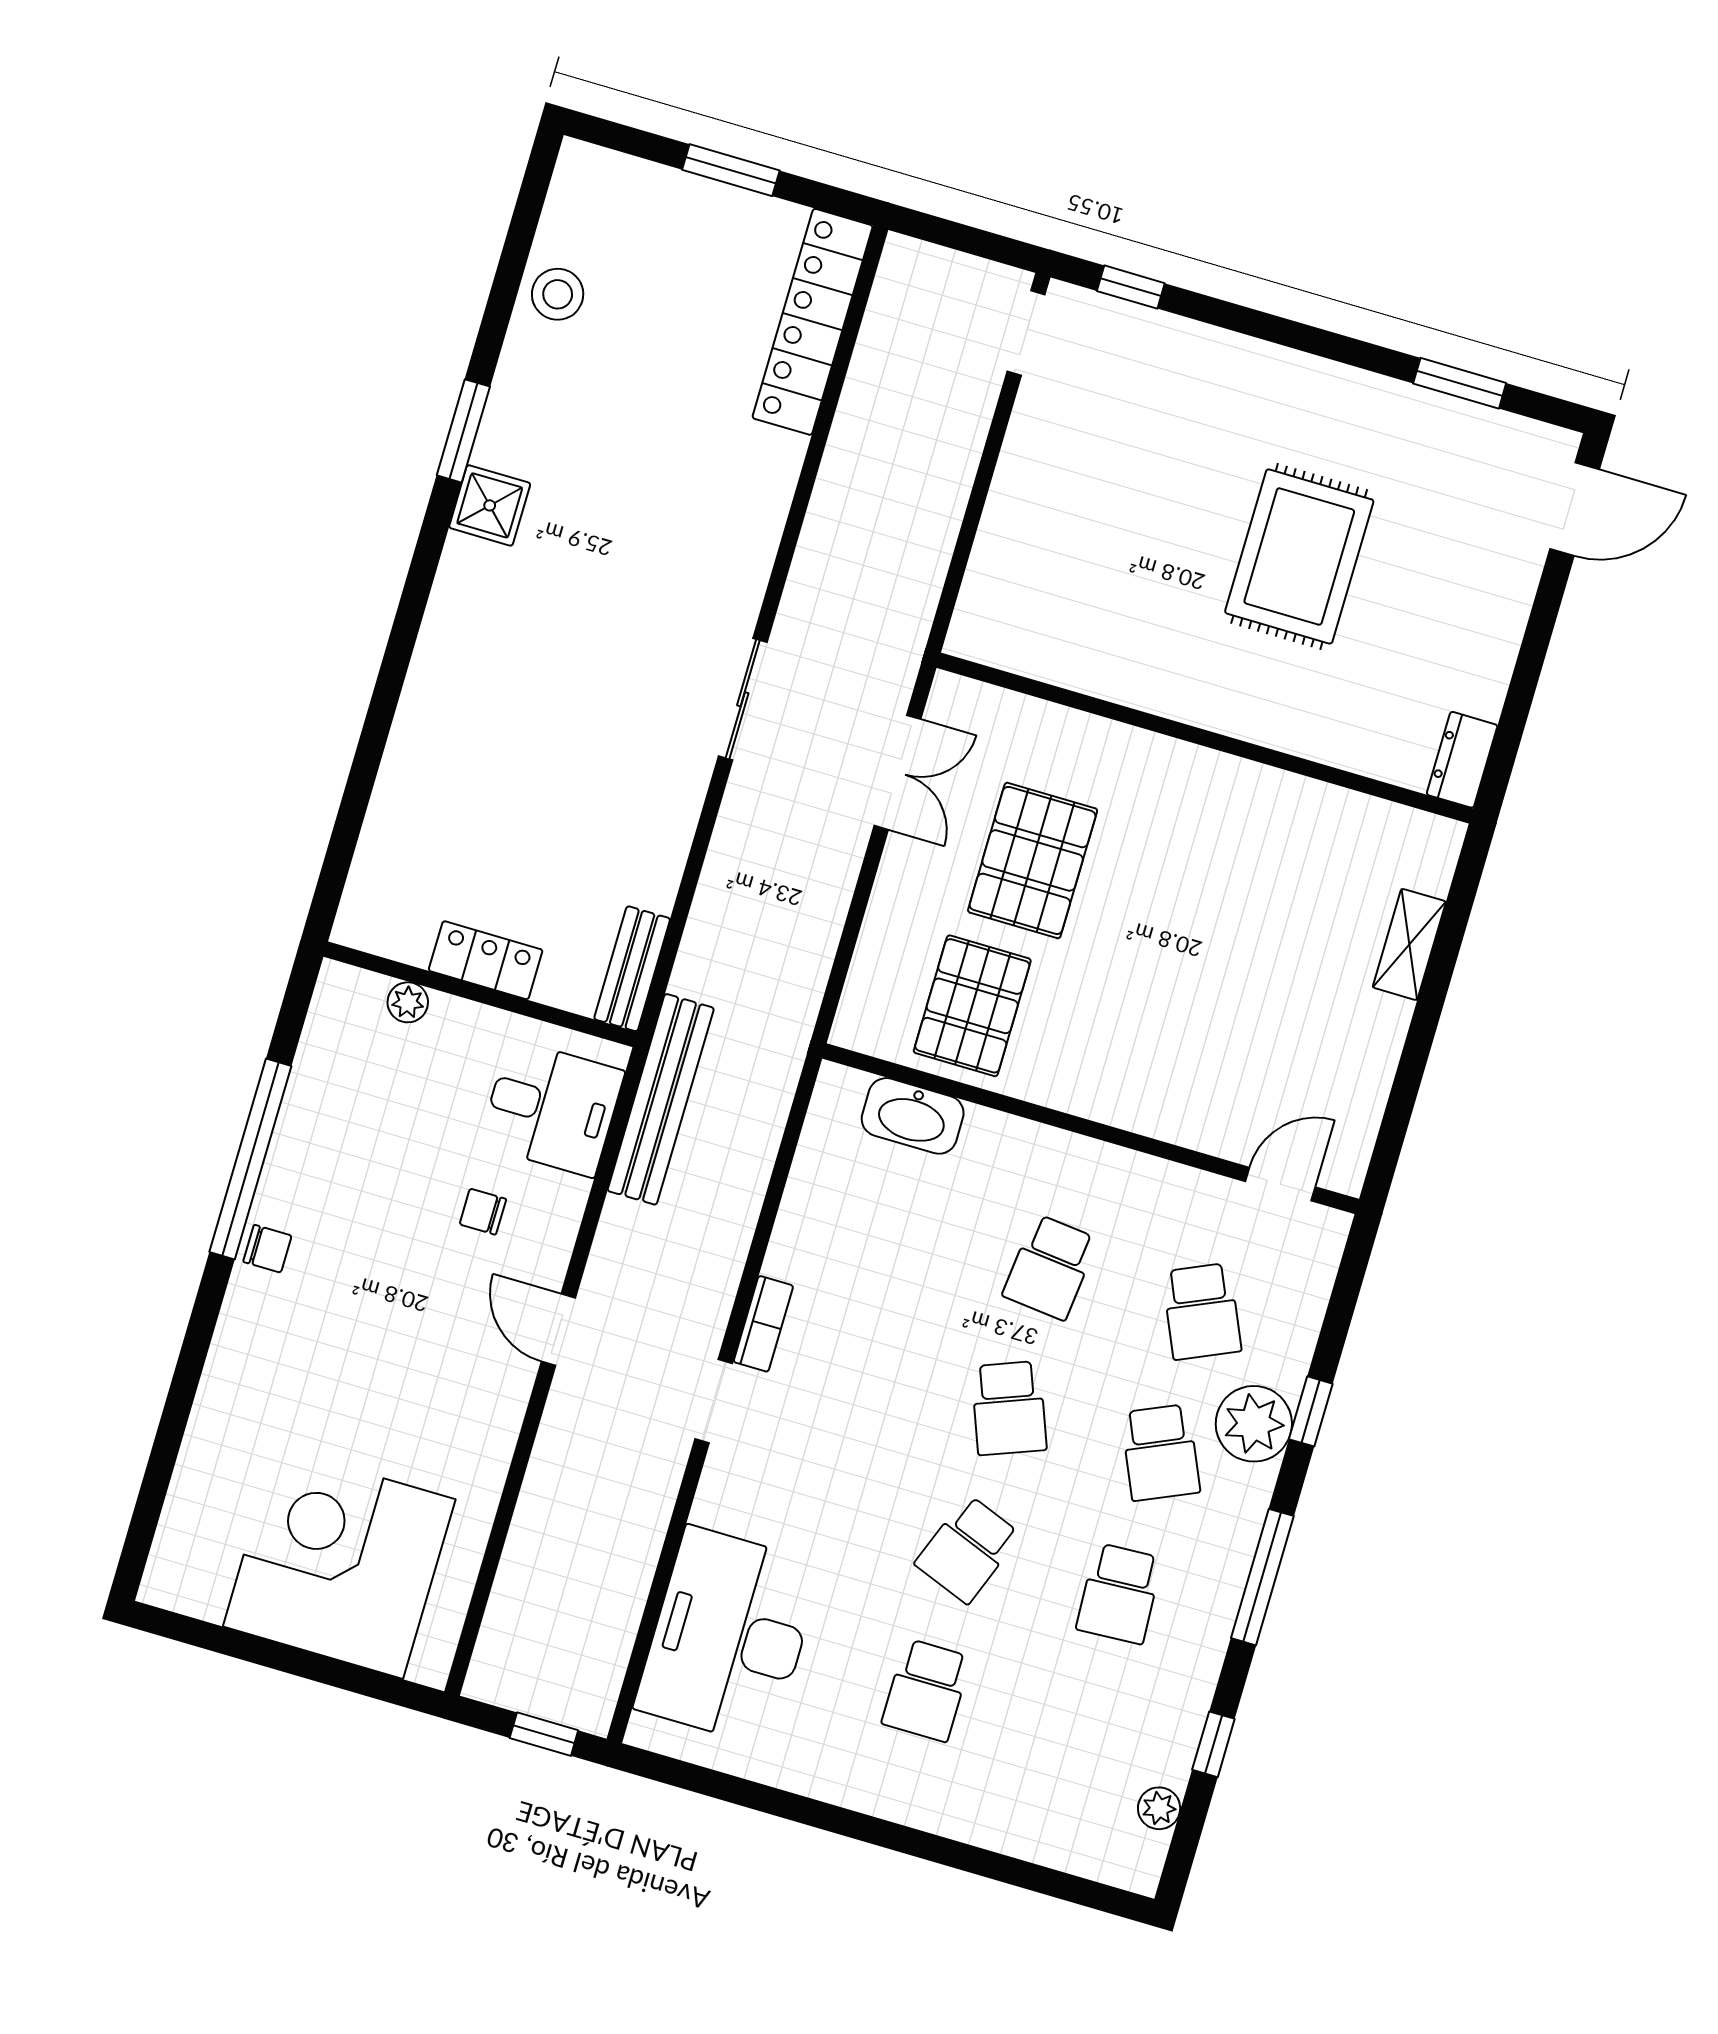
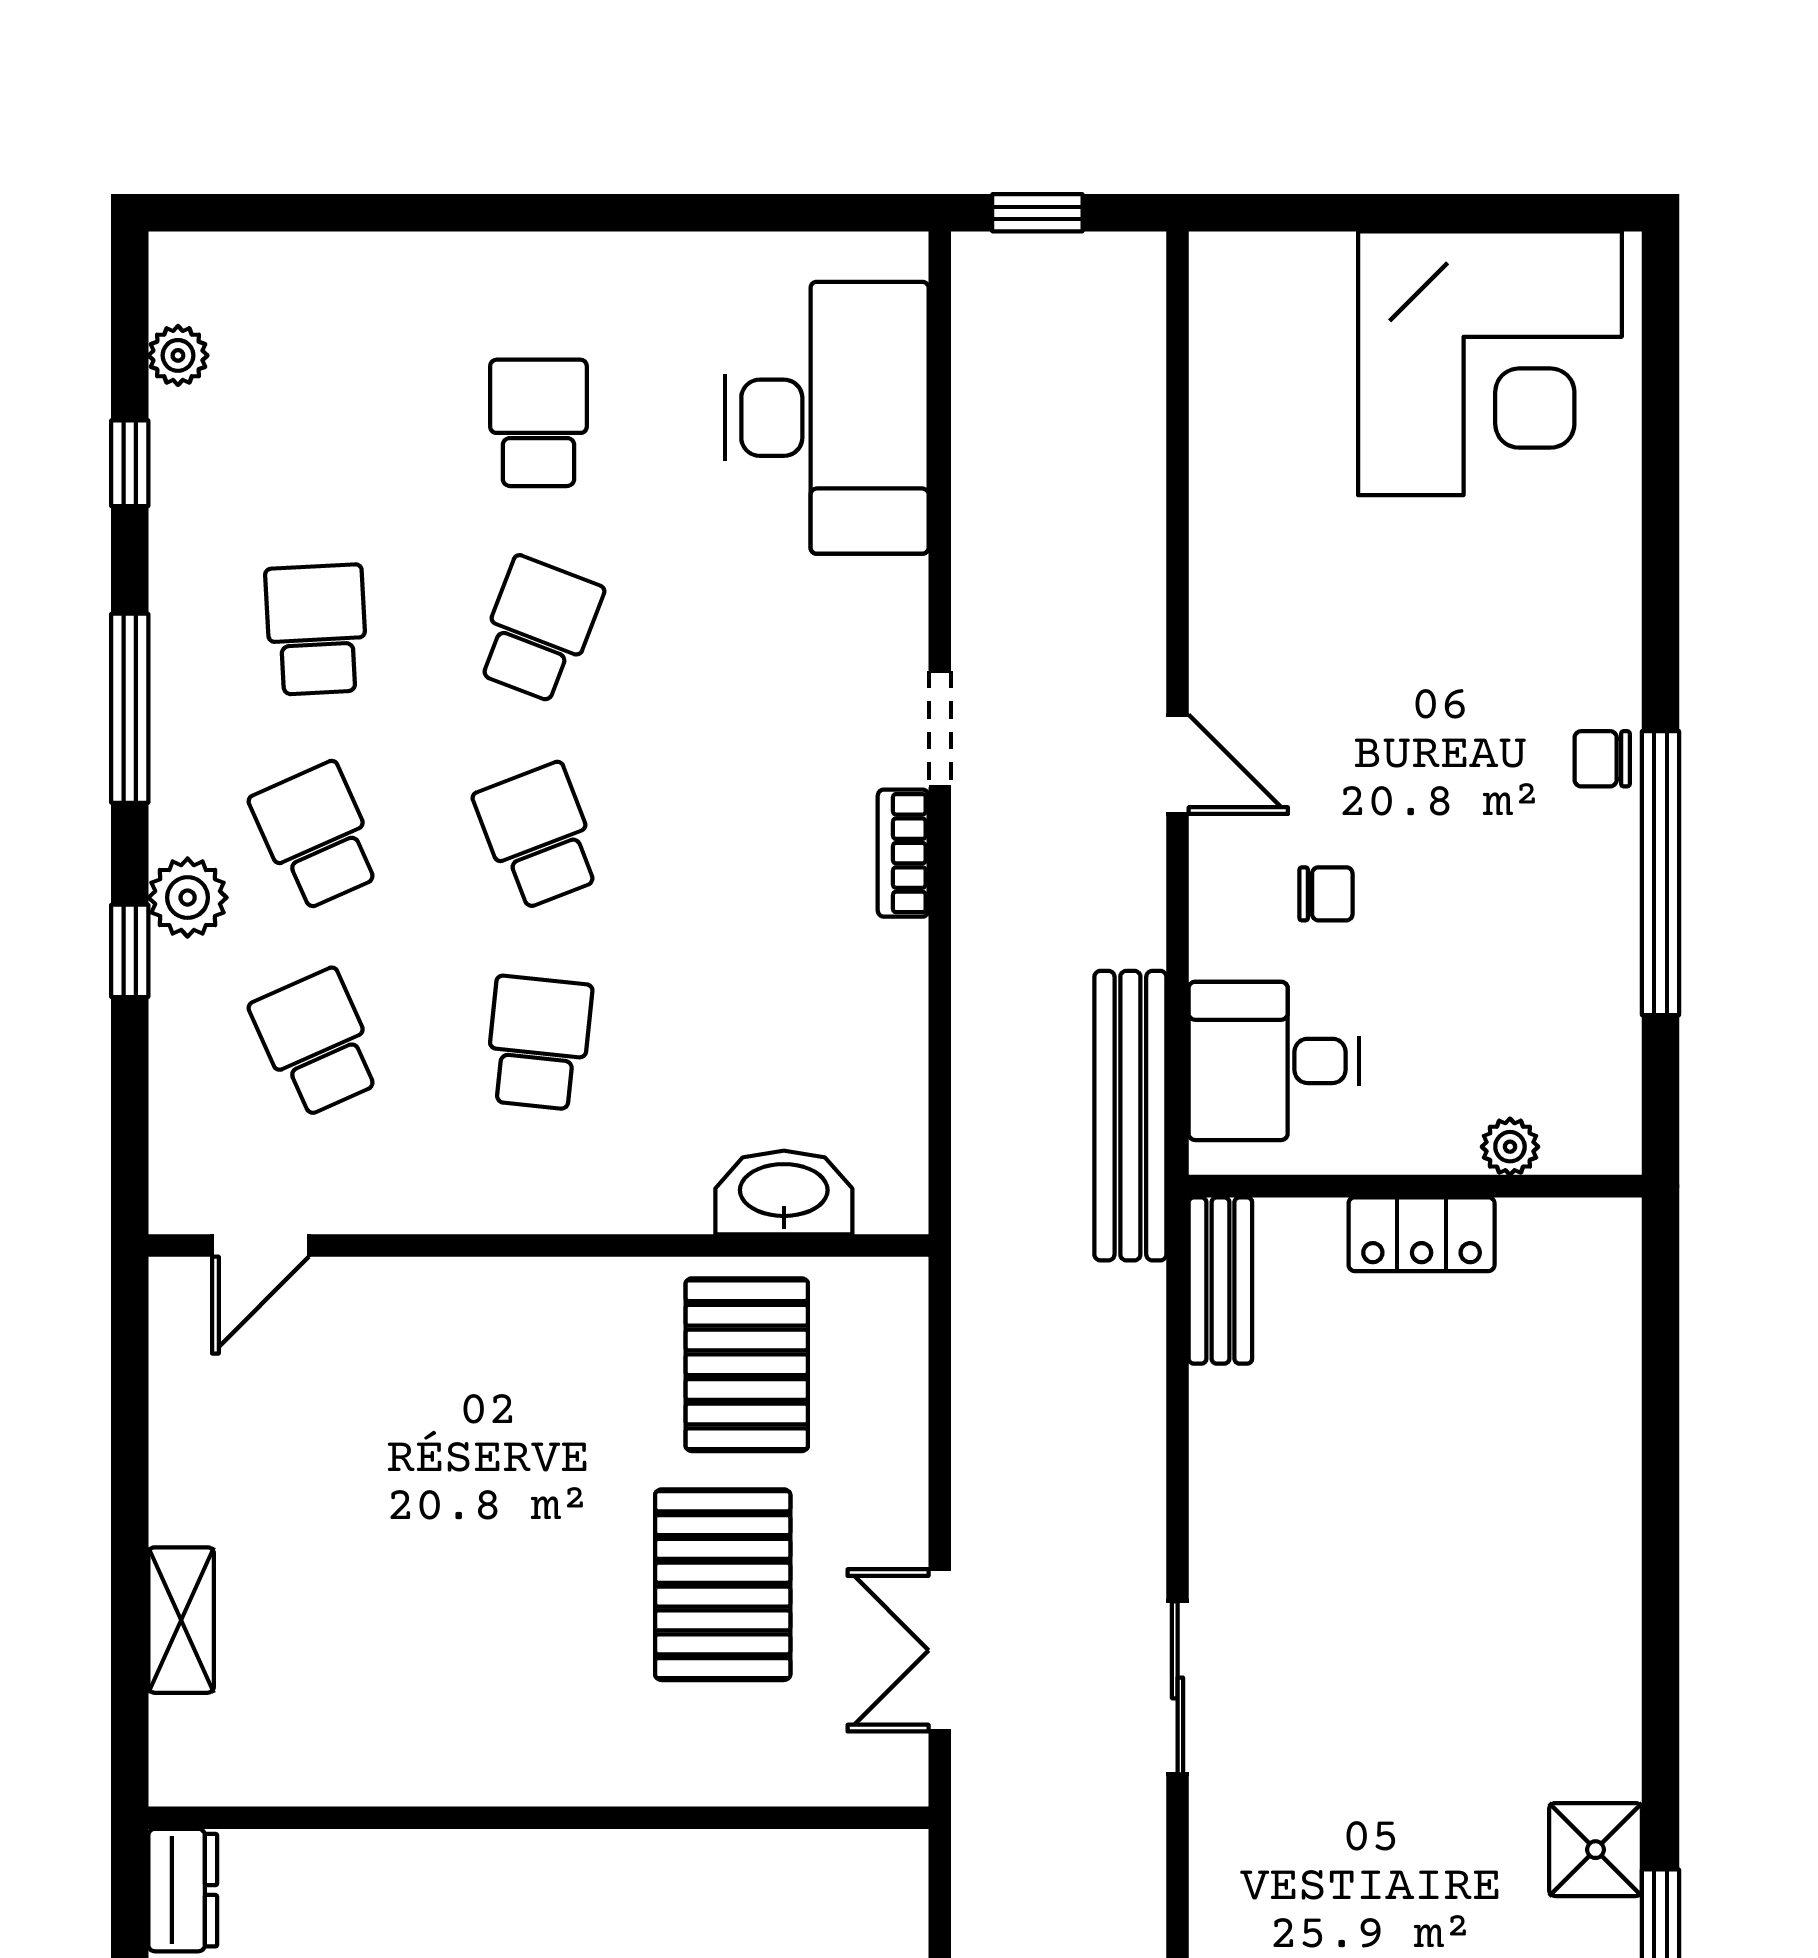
plant: (1254, 1424) -> (188, 898), width x0.73, depth x0.73
corner desk: (339, 1563) -> (1490, 363), moved

